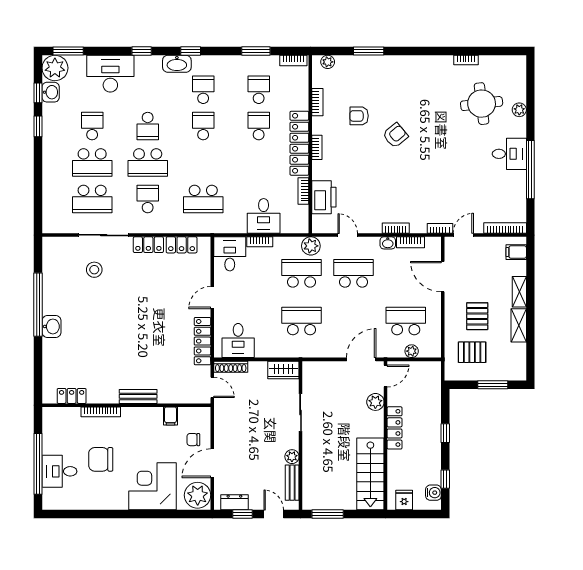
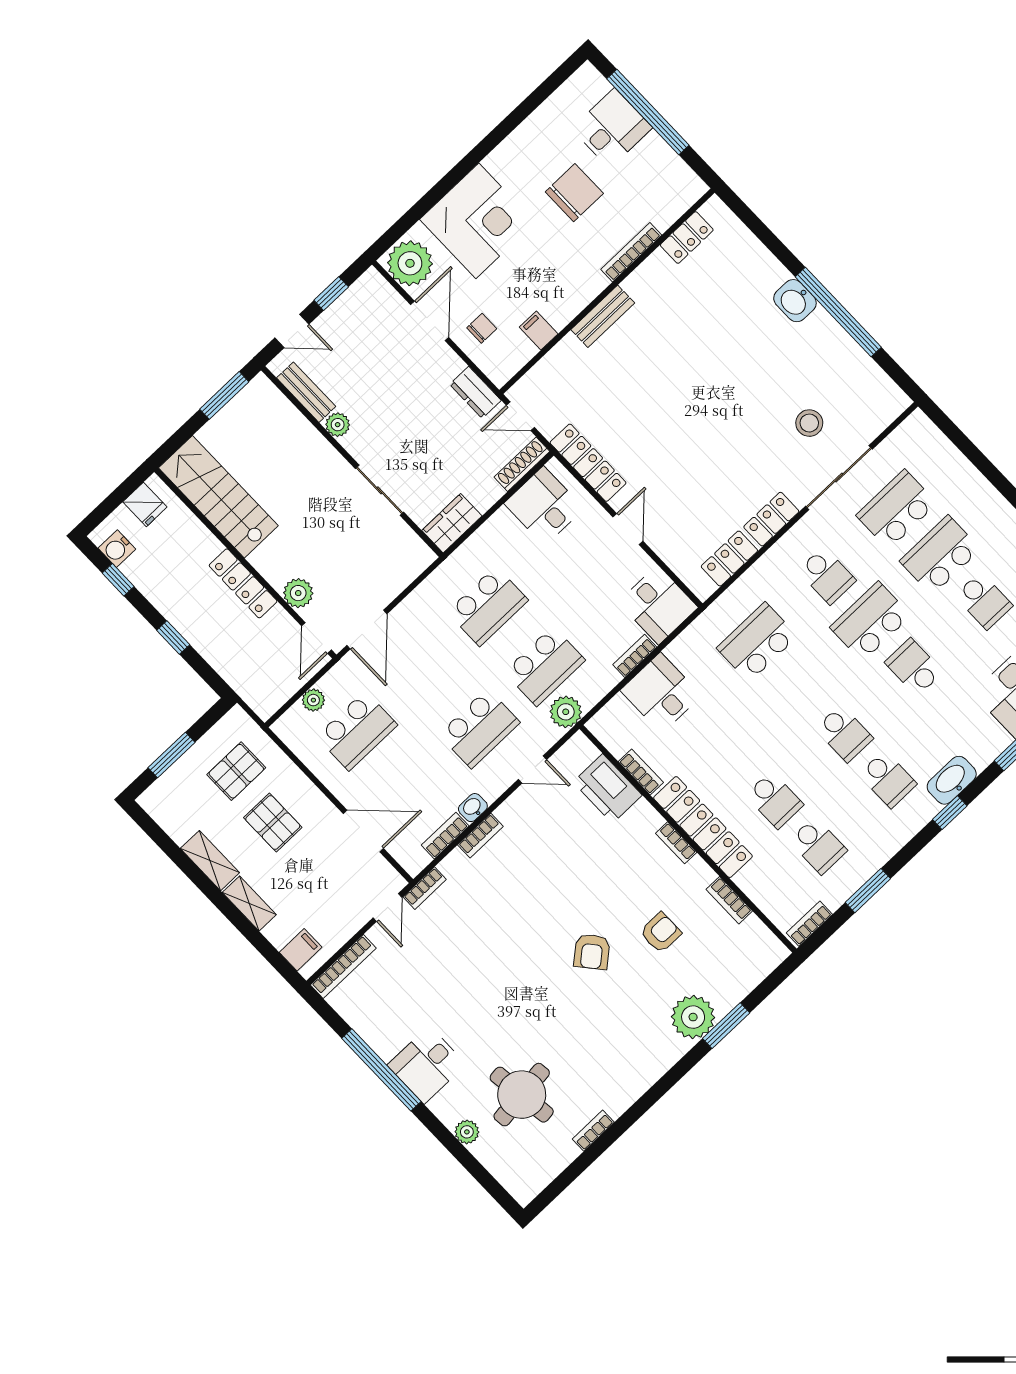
plant: (328, 62) -> (693, 1017), moved, width x1.88, depth x1.88
dresser: (234, 502) -> (475, 392), moved, turned 90

